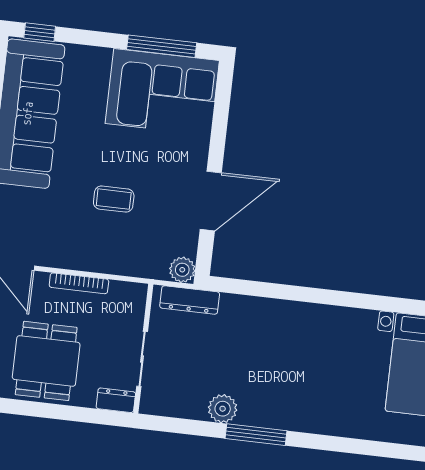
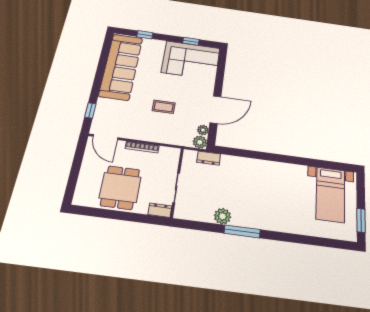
window: (40, 32) -> (145, 35), moved
window: (162, 46) -> (191, 41), width x0.46
plant: (188, 245) -> (203, 130), added
dresser: (190, 300) -> (209, 158), width x0.70

